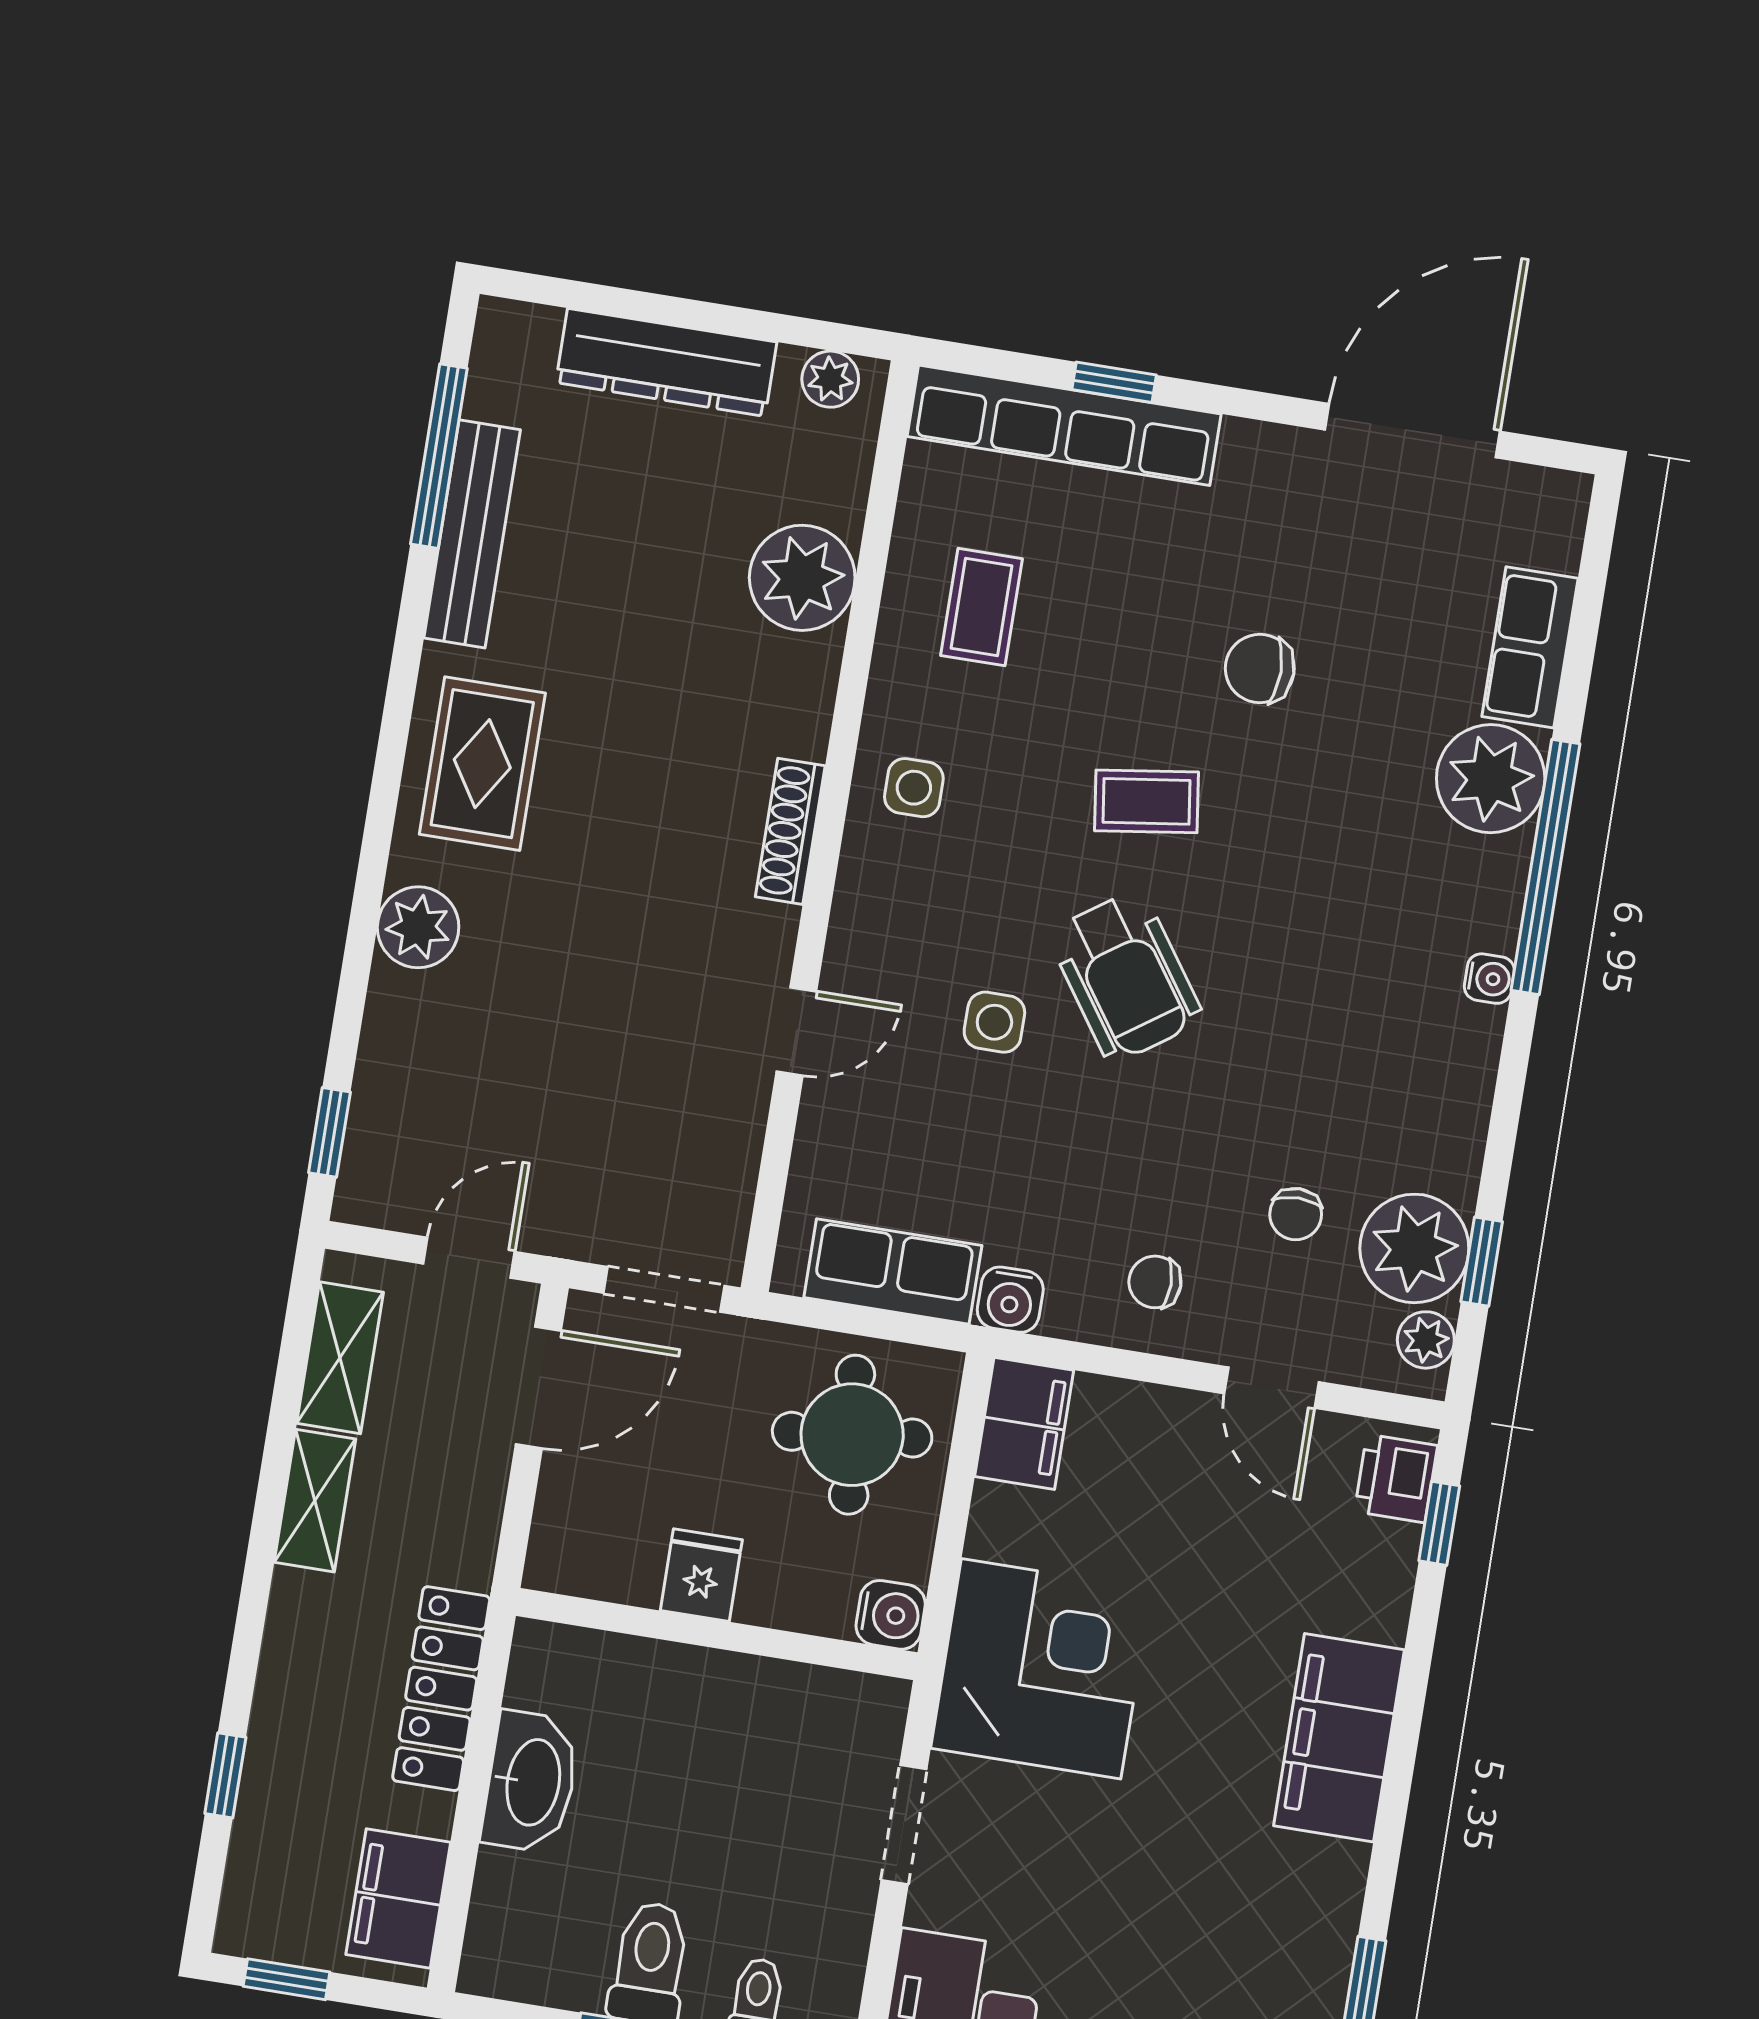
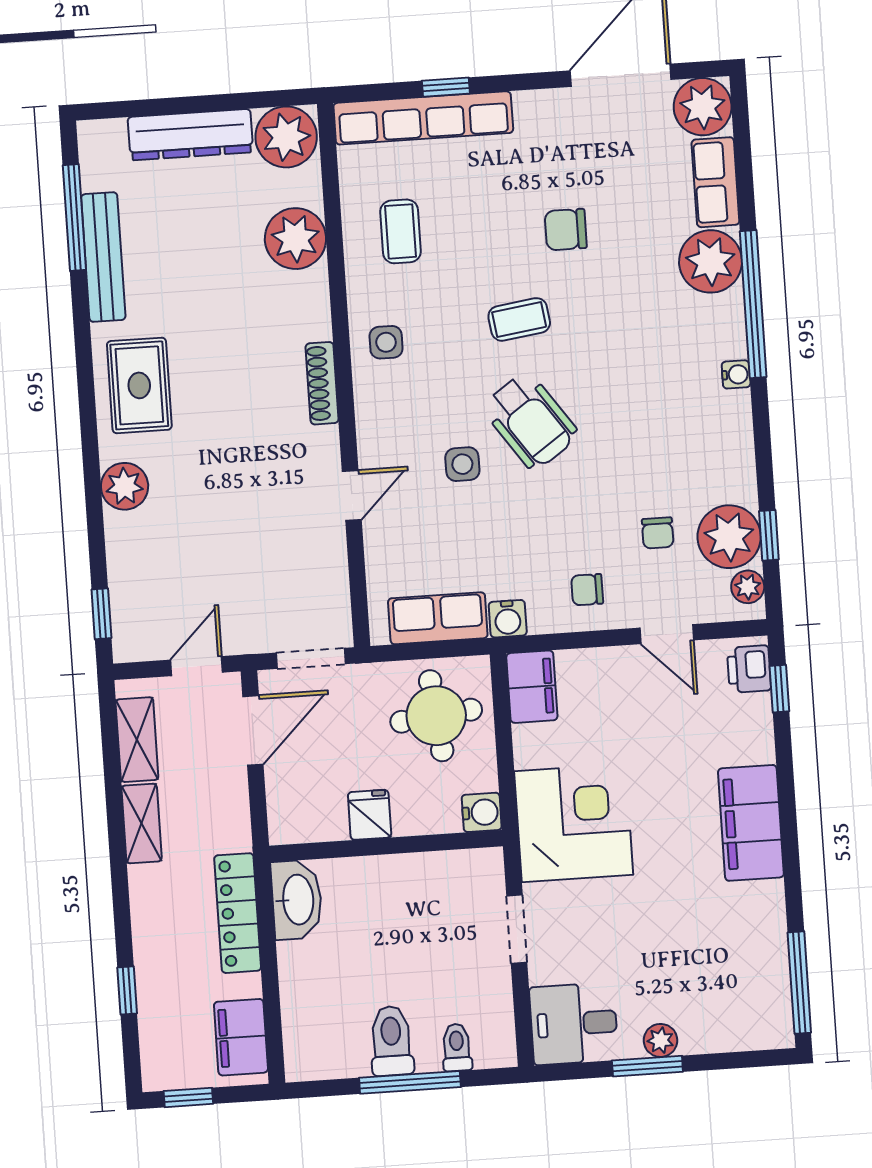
plant: (830, 379) -> (286, 137), width x1.88, depth x1.88
plant: (1538, 516) -> (703, 107), added
washbasin: (531, 1782) -> (297, 900), moved

